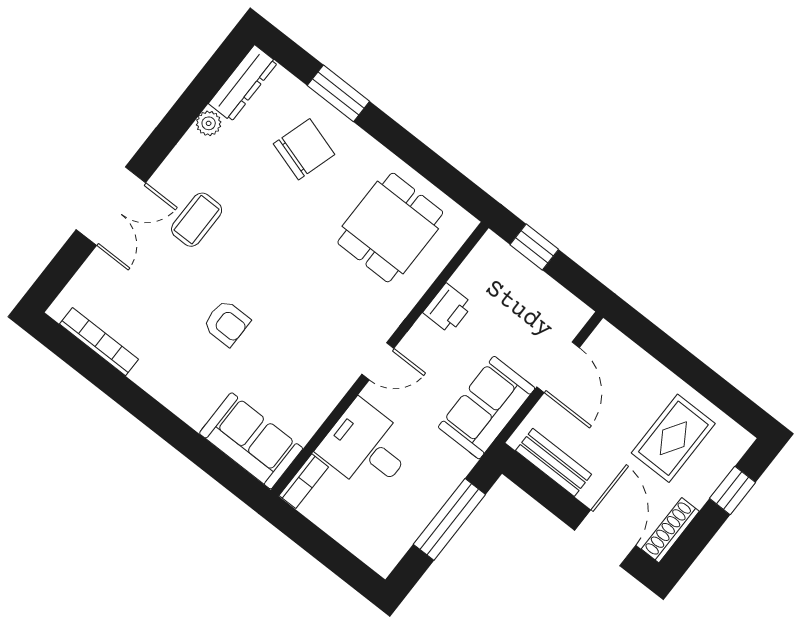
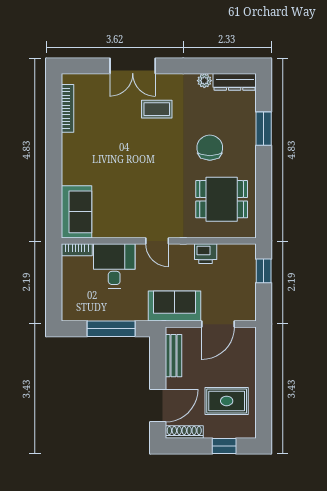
chair: (304, 149) -> (210, 148), moved, turned -107
armchair: (227, 323) -> (121, 159), removed

